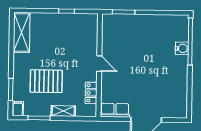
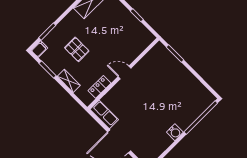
water cooler: (182, 48) -> (175, 132), moved
door: (99, 64) -> (124, 72), swing flipped
pallet: (46, 81) -> (77, 49), width x0.67, depth x0.71

